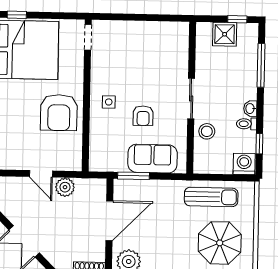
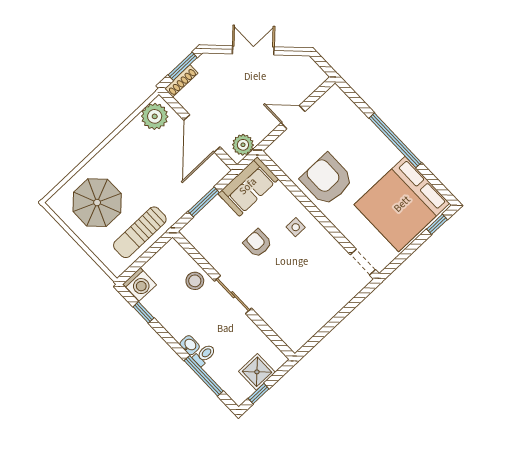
washbasin: (250, 109) -> (190, 345), moved
toilet: (247, 124) -> (204, 355), moved
sofa: (153, 159) -> (248, 186), moved
window: (133, 176) -> (204, 202), moved
plant: (65, 187) -> (243, 145), moved

